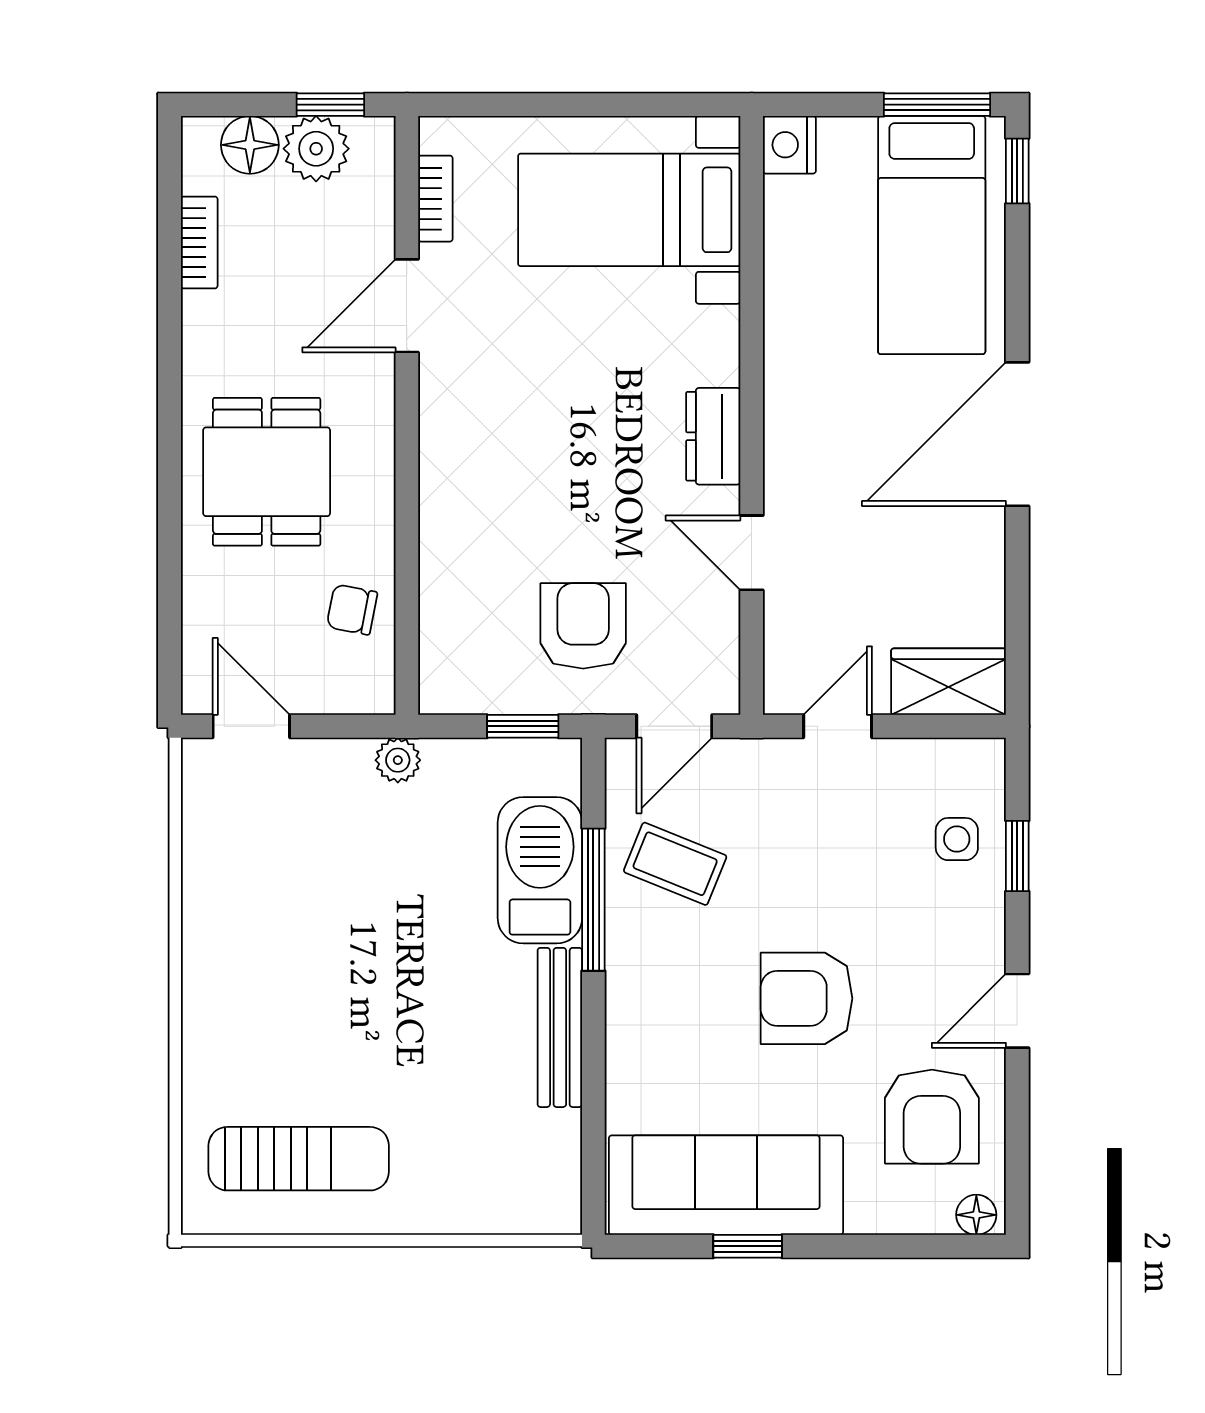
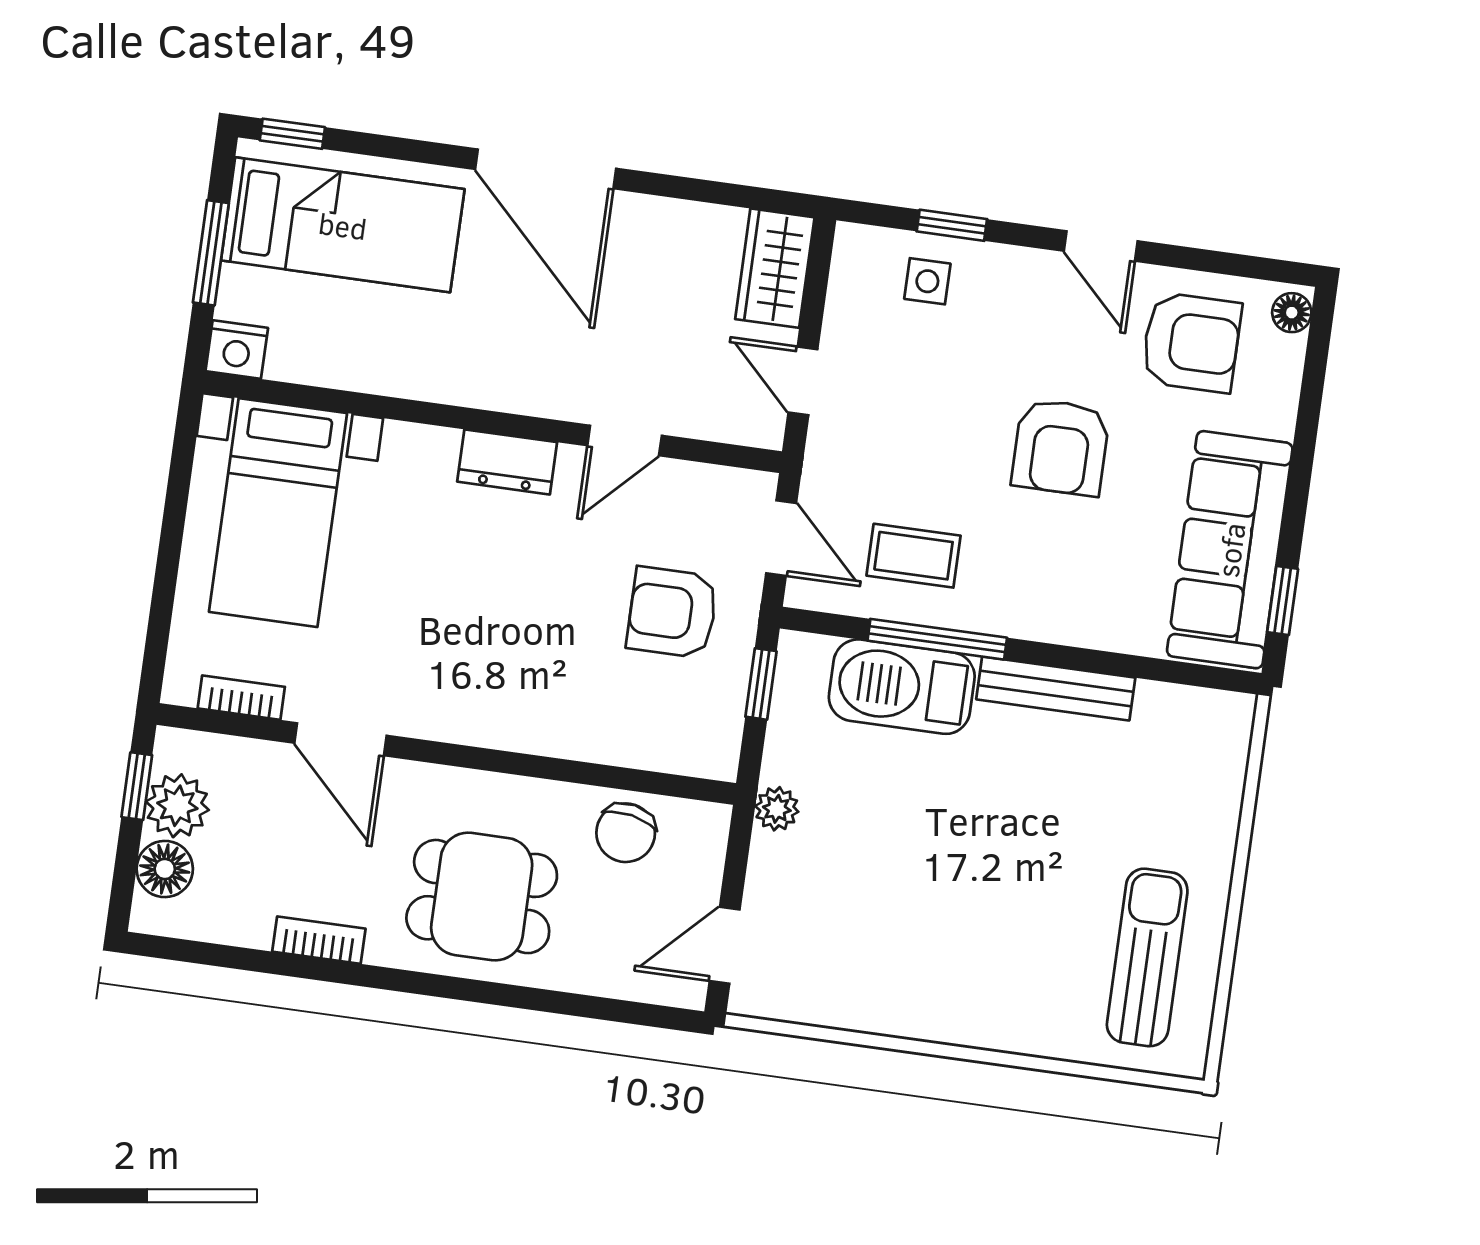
window: (937, 105) -> (211, 253), moved
bookcase: (199, 242) -> (319, 940), moved
chair: (352, 610) -> (626, 833), width x1.37, depth x1.37
coffee table: (675, 864) -> (914, 556), turned 68
window: (748, 1246) -> (1283, 600), moved

